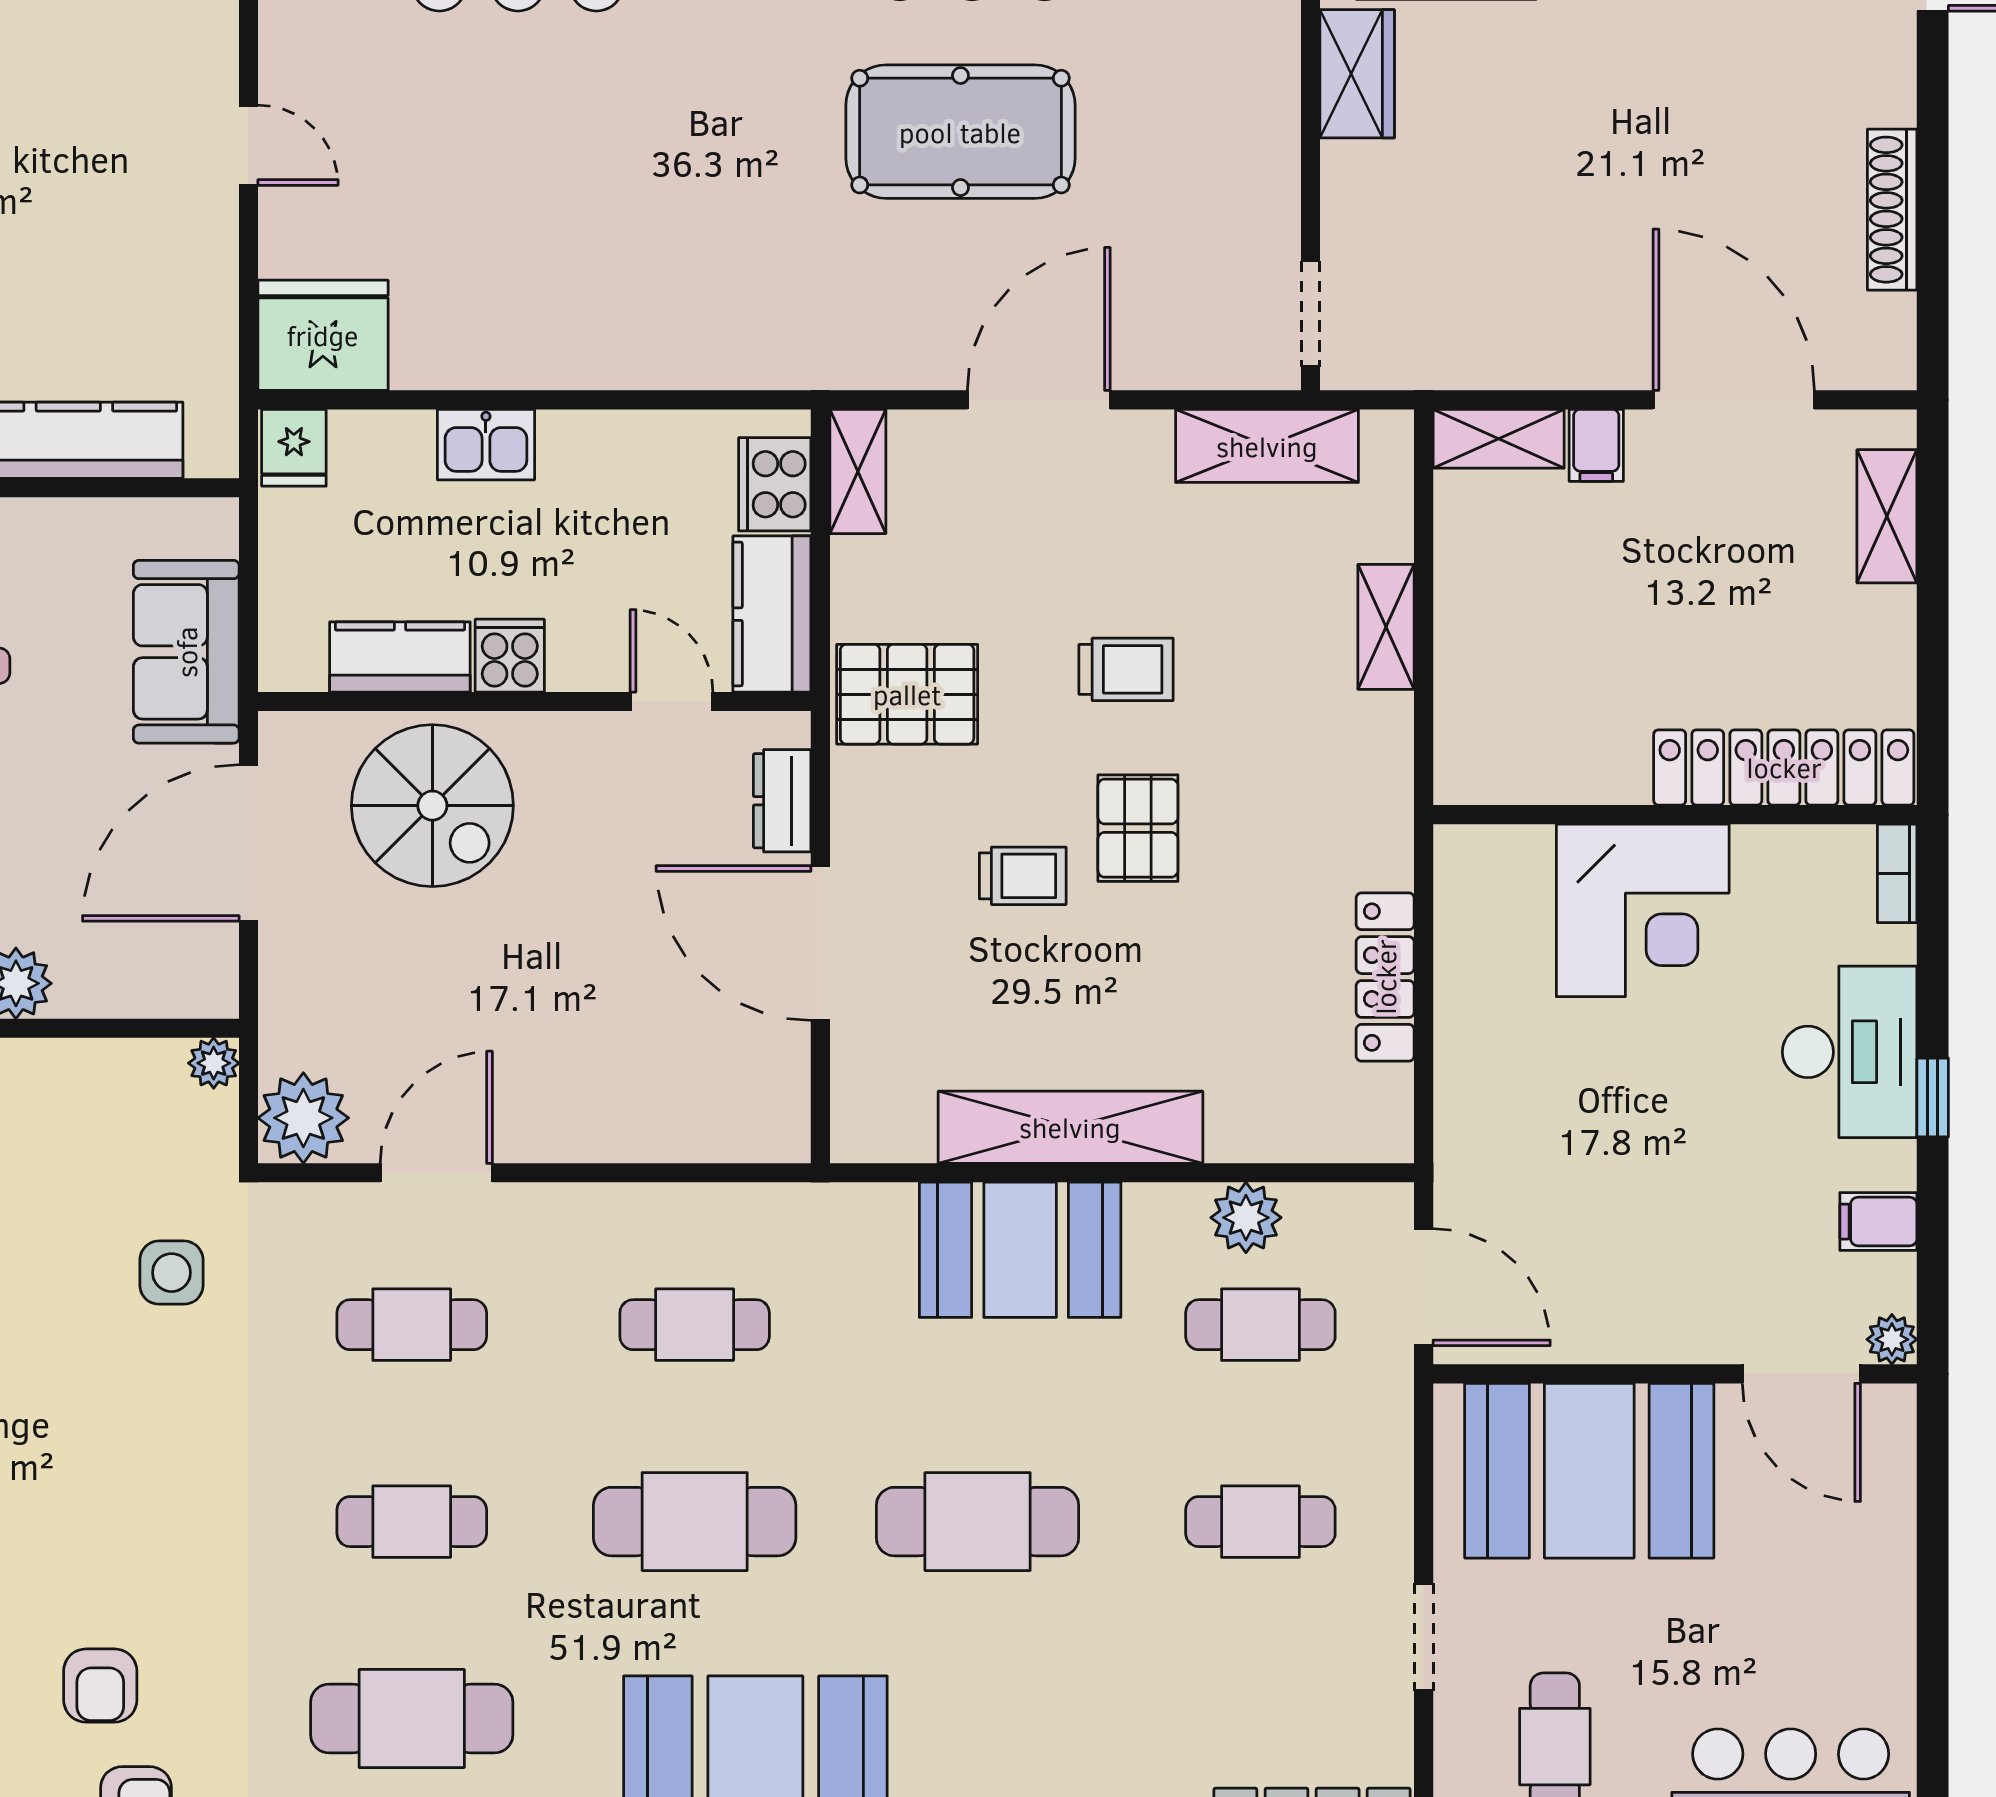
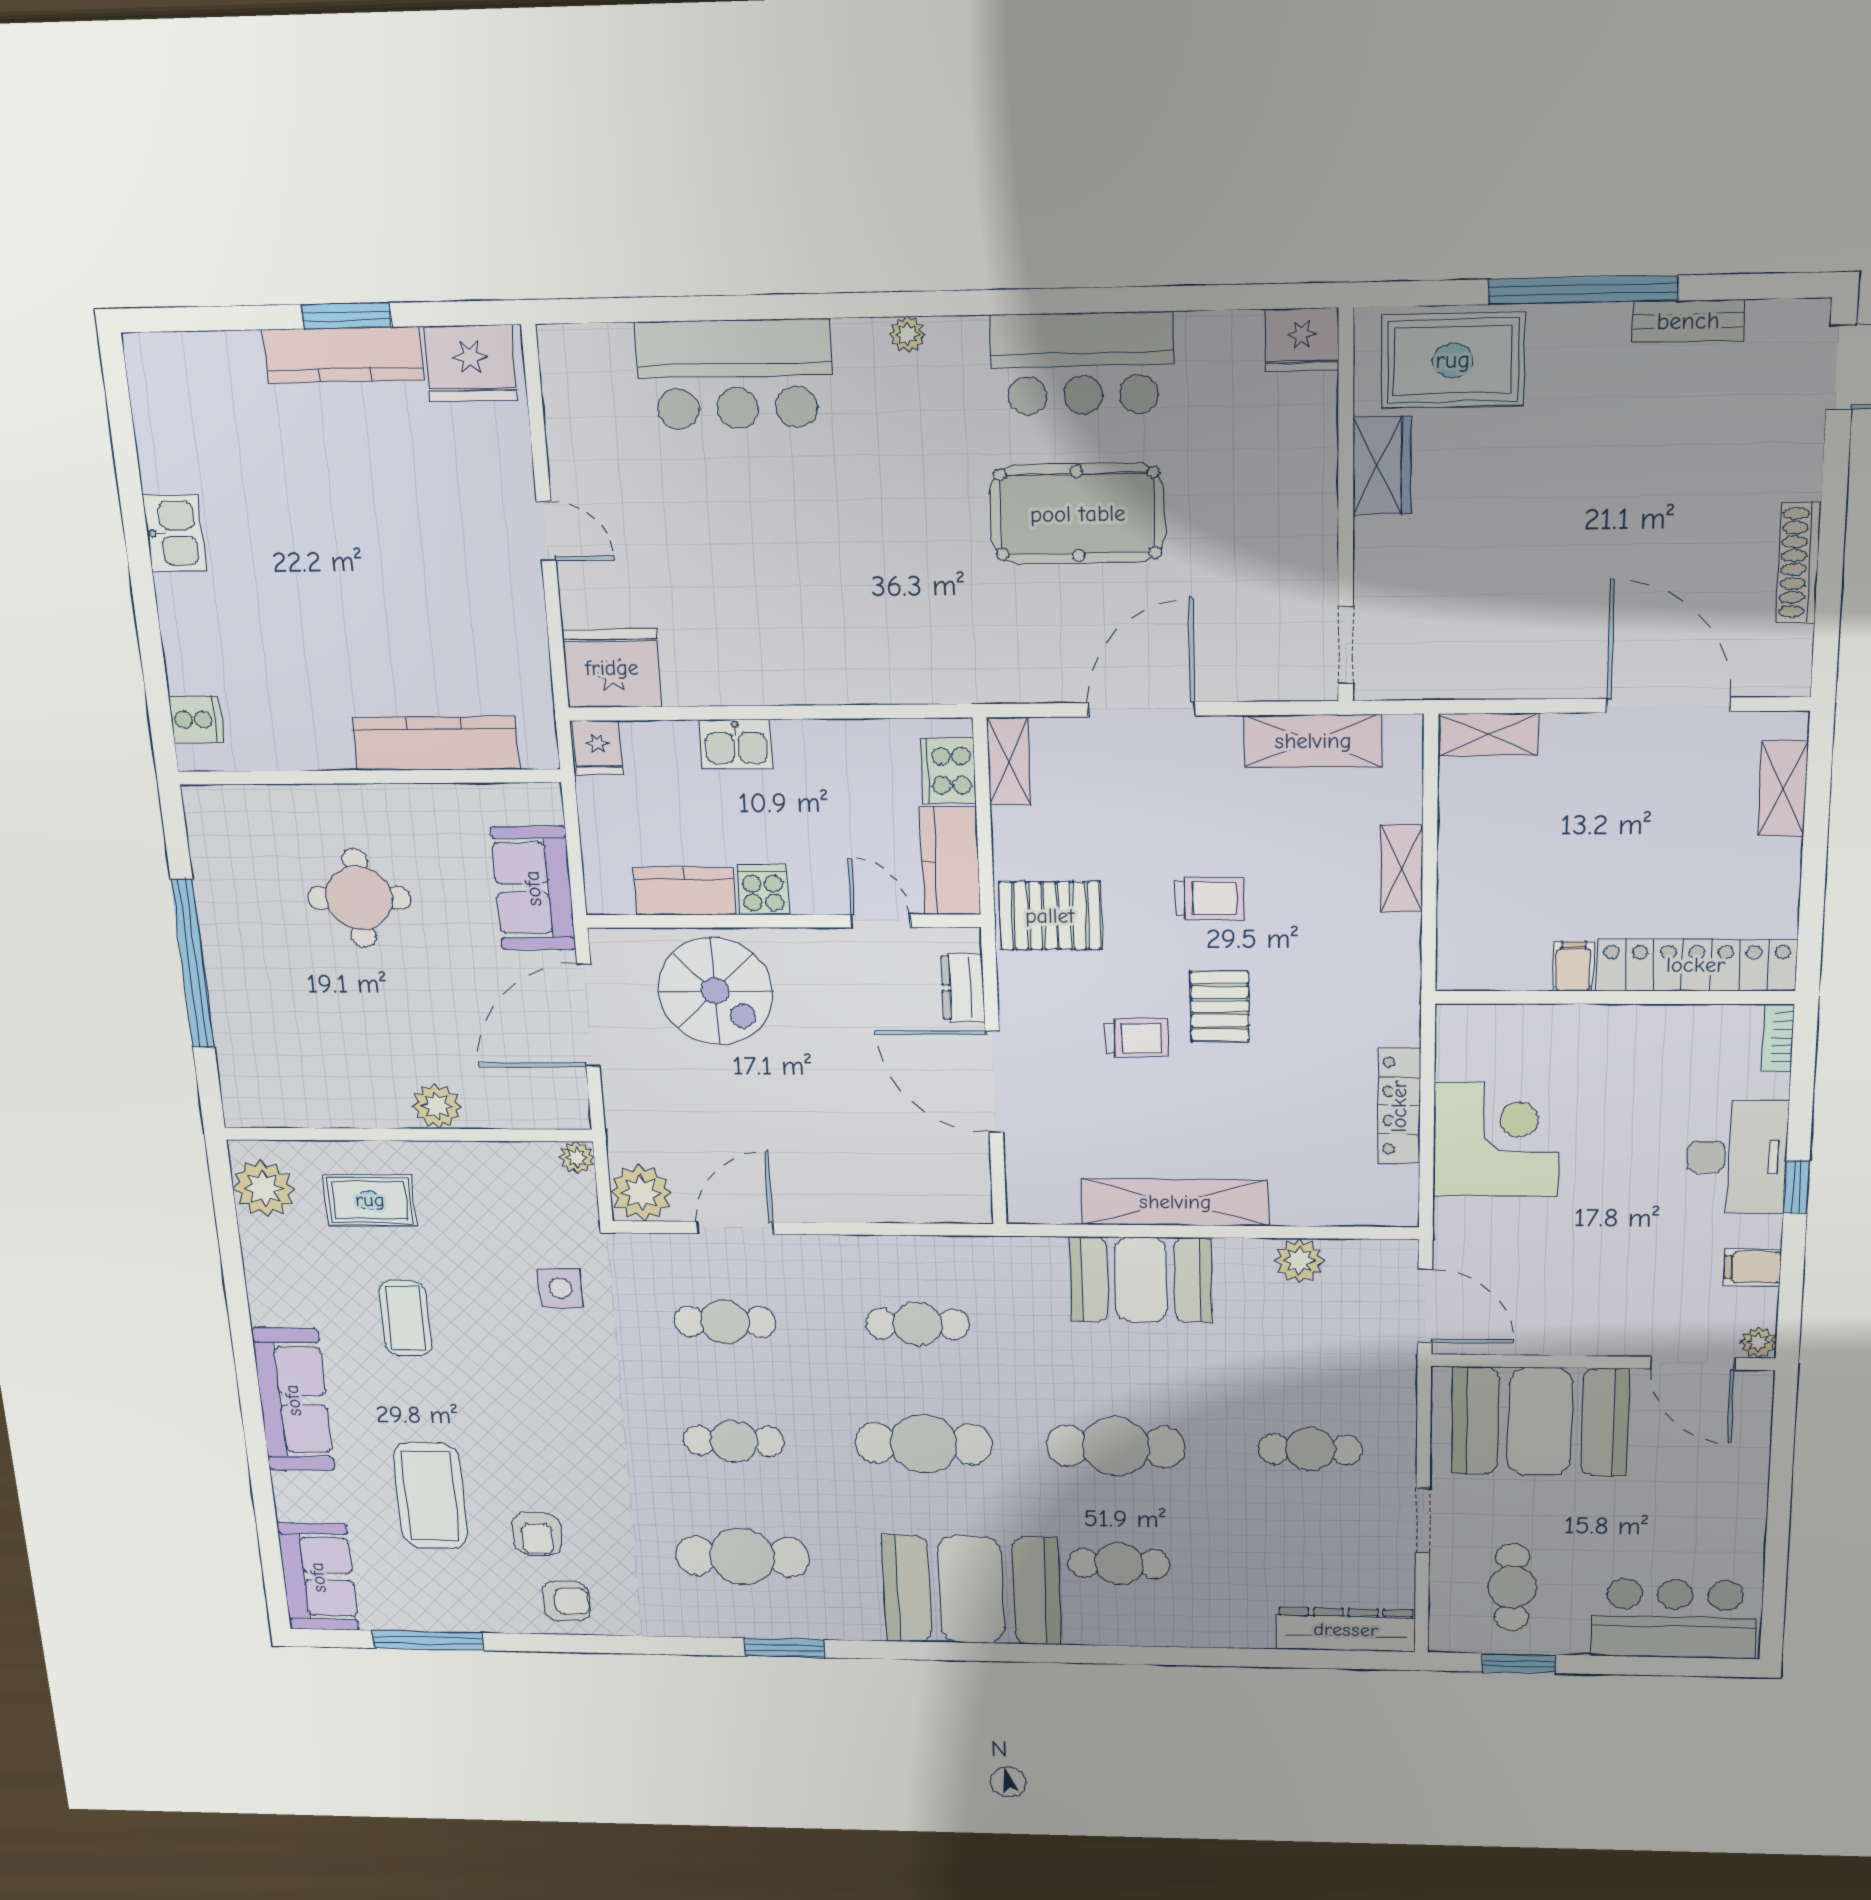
filing cabinet: (1596, 445) -> (1573, 966), moved, turned 180
corner desk: (1643, 910) -> (1496, 1140), moved, turned -90
cafe table: (1260, 1325) -> (1119, 1563), moved

